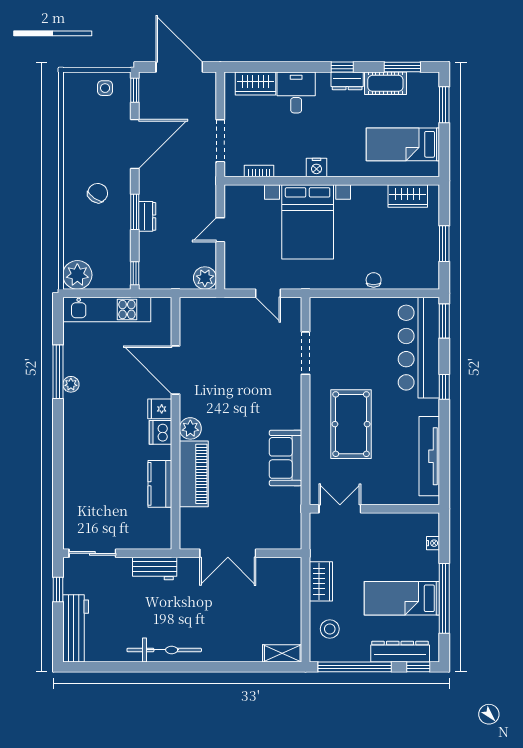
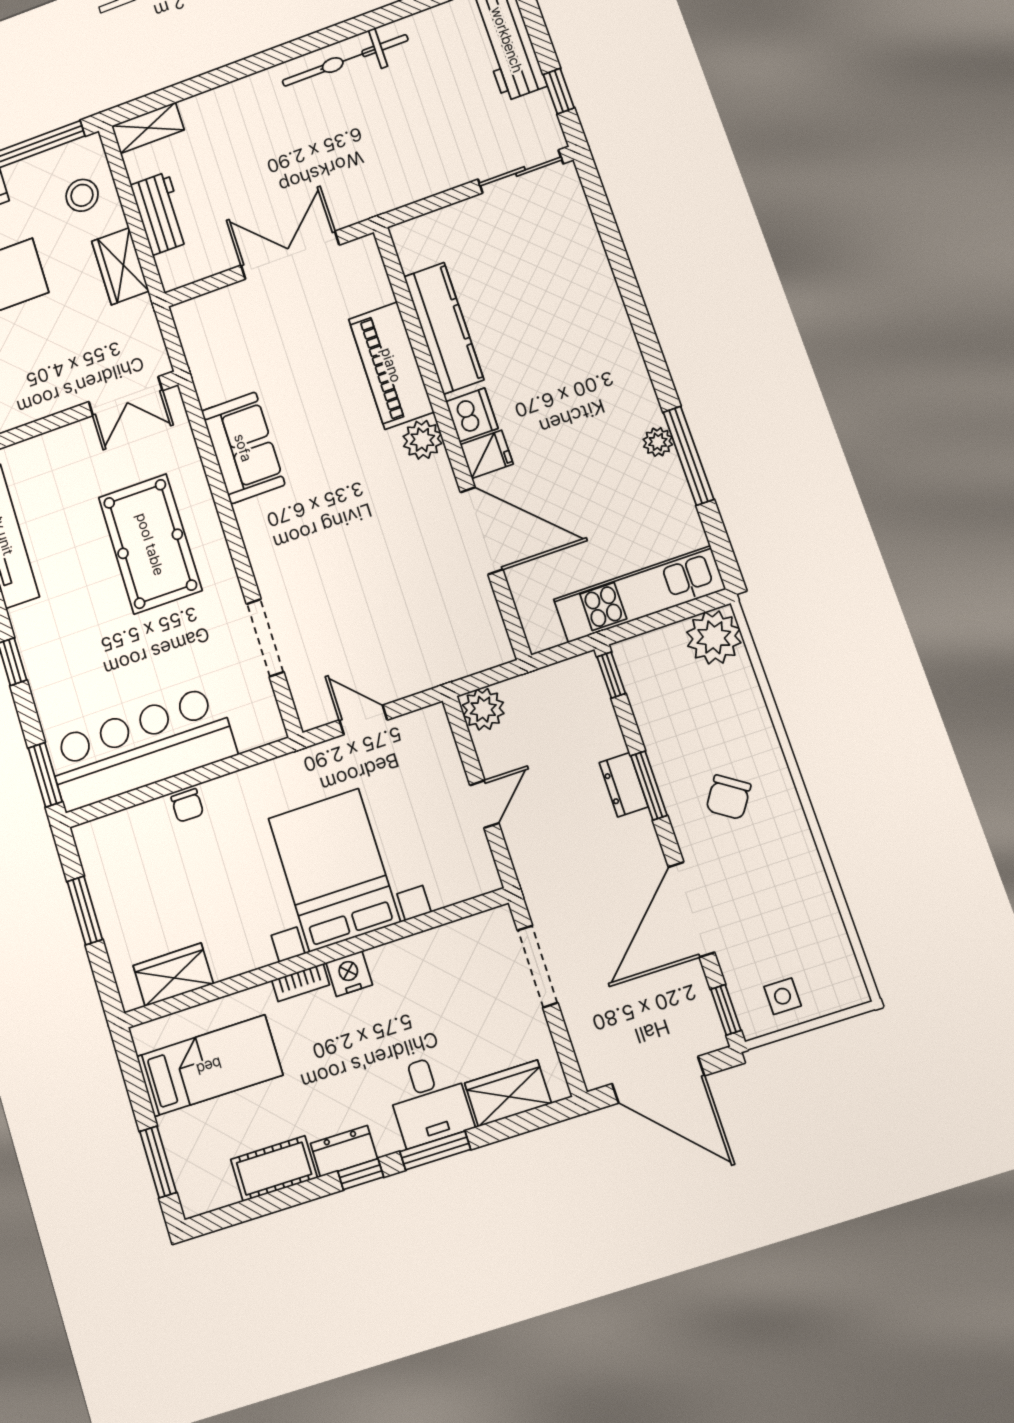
window: (402, 67) -> (435, 1151), moved
bookcase: (259, 171) -> (301, 983), moved
bar counter: (419, 348) -> (141, 748), moved, turned -90
kitchen counter: (160, 484) -> (444, 328), width x1.50
workbench: (155, 569) -> (160, 213), moved, turned 90

